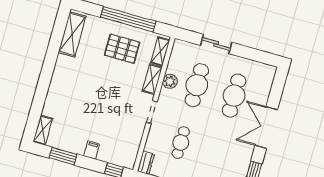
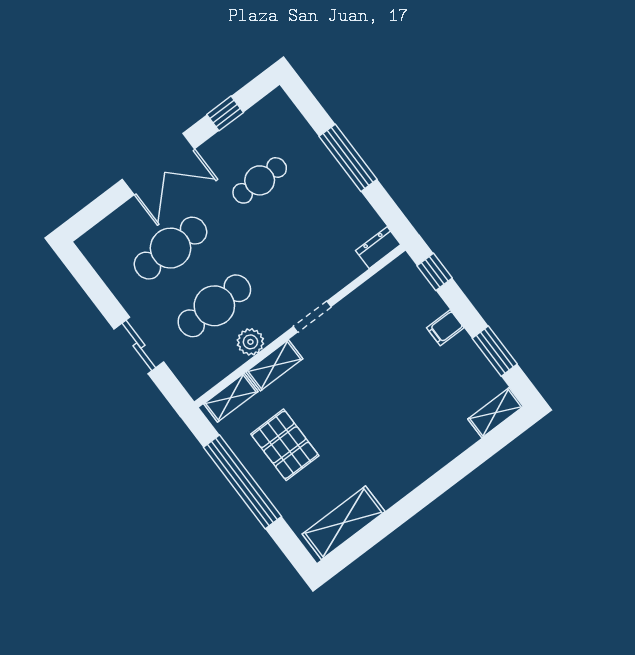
cafe table: (181, 143) -> (260, 180), moved

